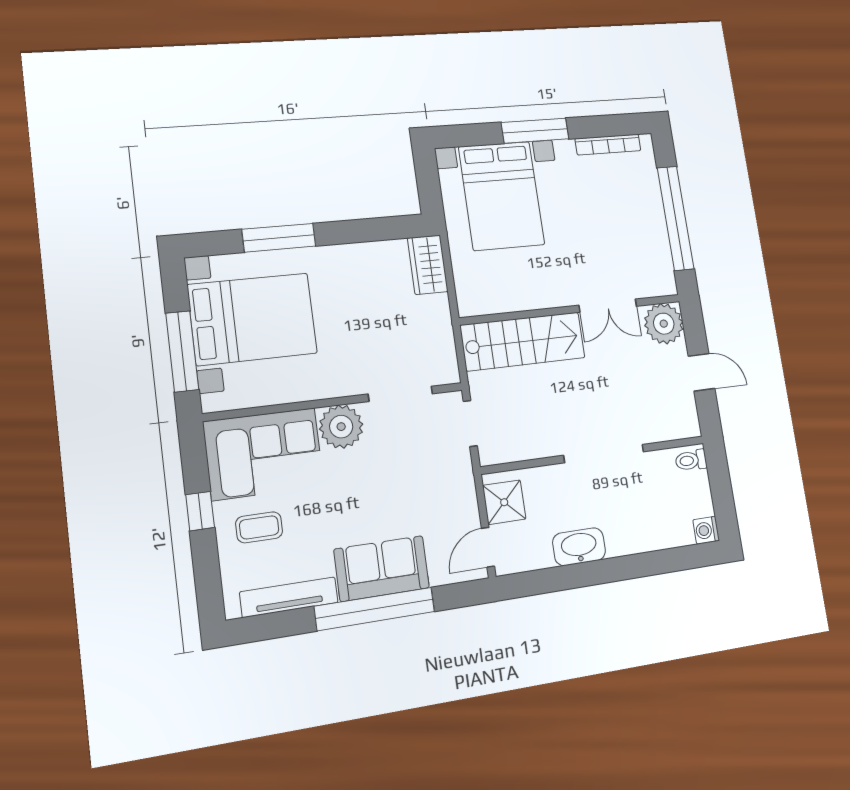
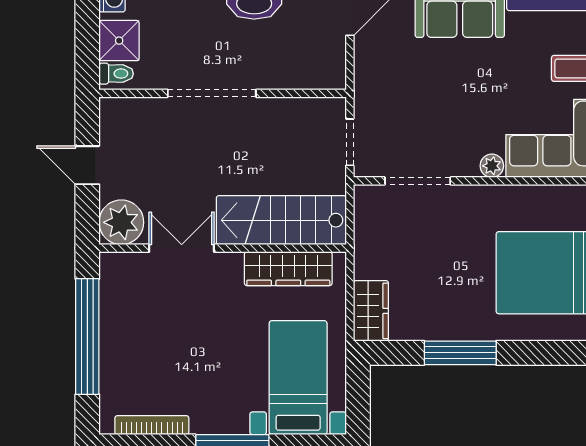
bed with nightstands: (502, 196) -> (298, 378), width x0.73
window: (279, 238) -> (460, 353), moved
wardrobe: (510, 297) -> (288, 269), added
plant: (341, 427) -> (492, 166), width x0.53, depth x0.53
shower: (504, 502) -> (119, 41), moved

